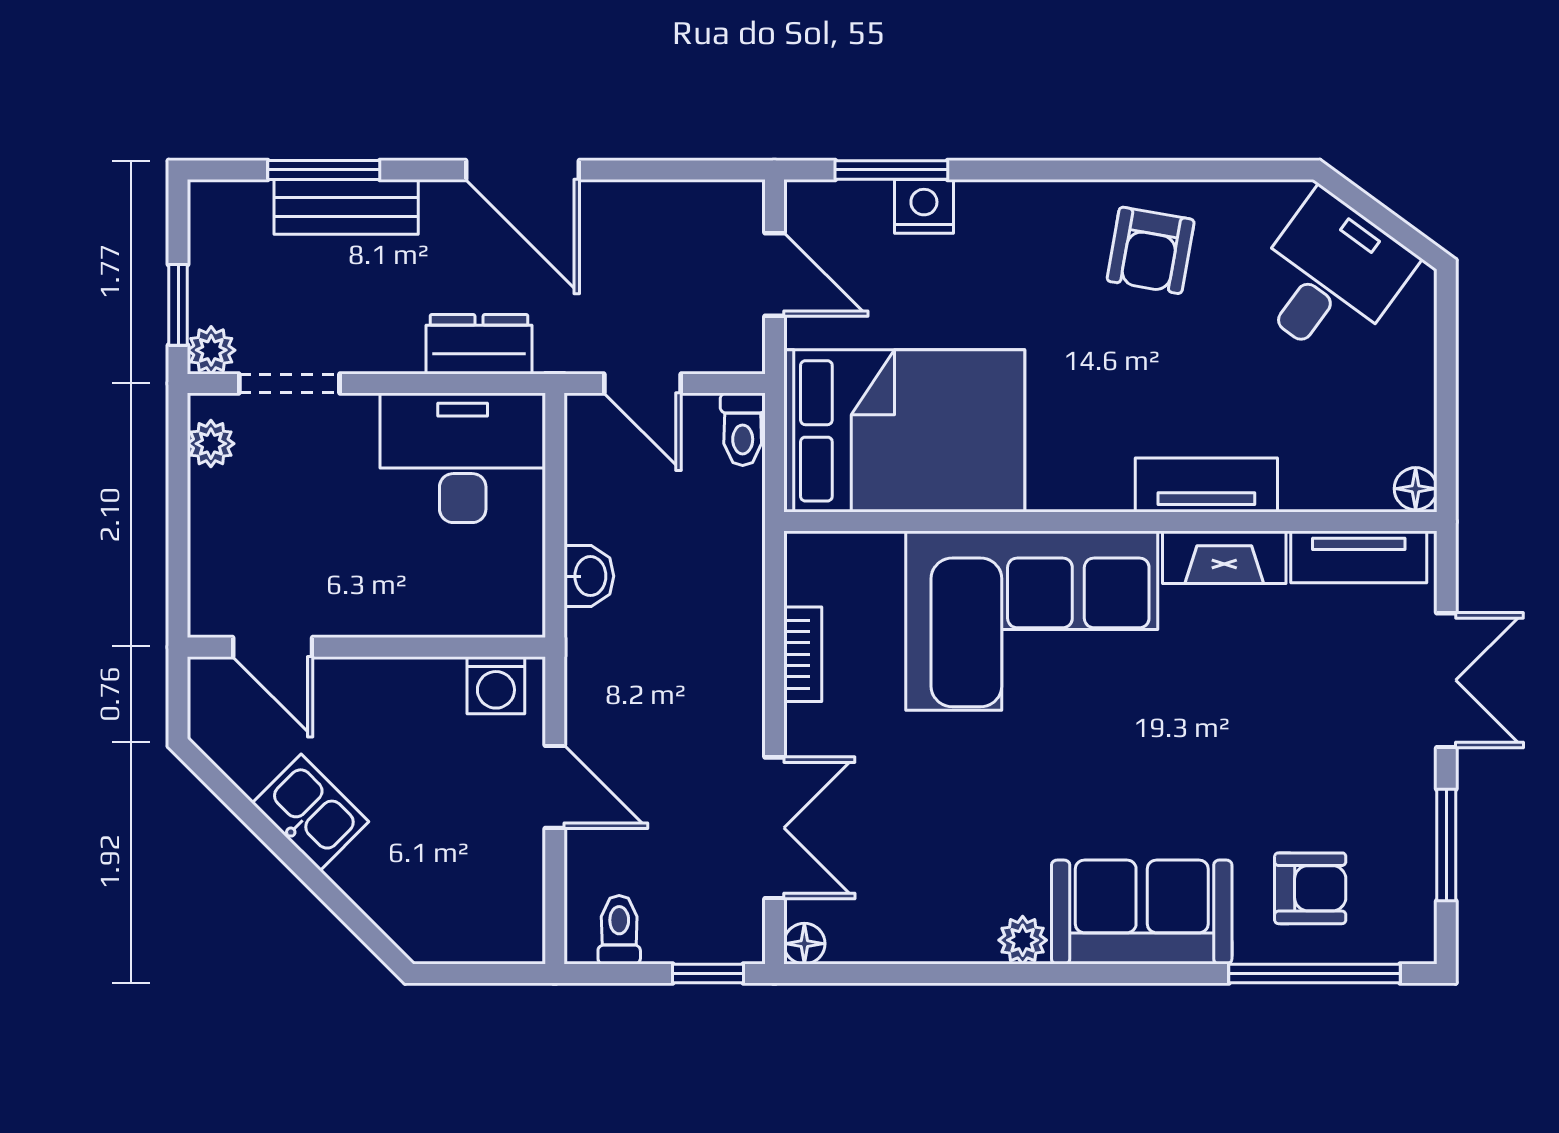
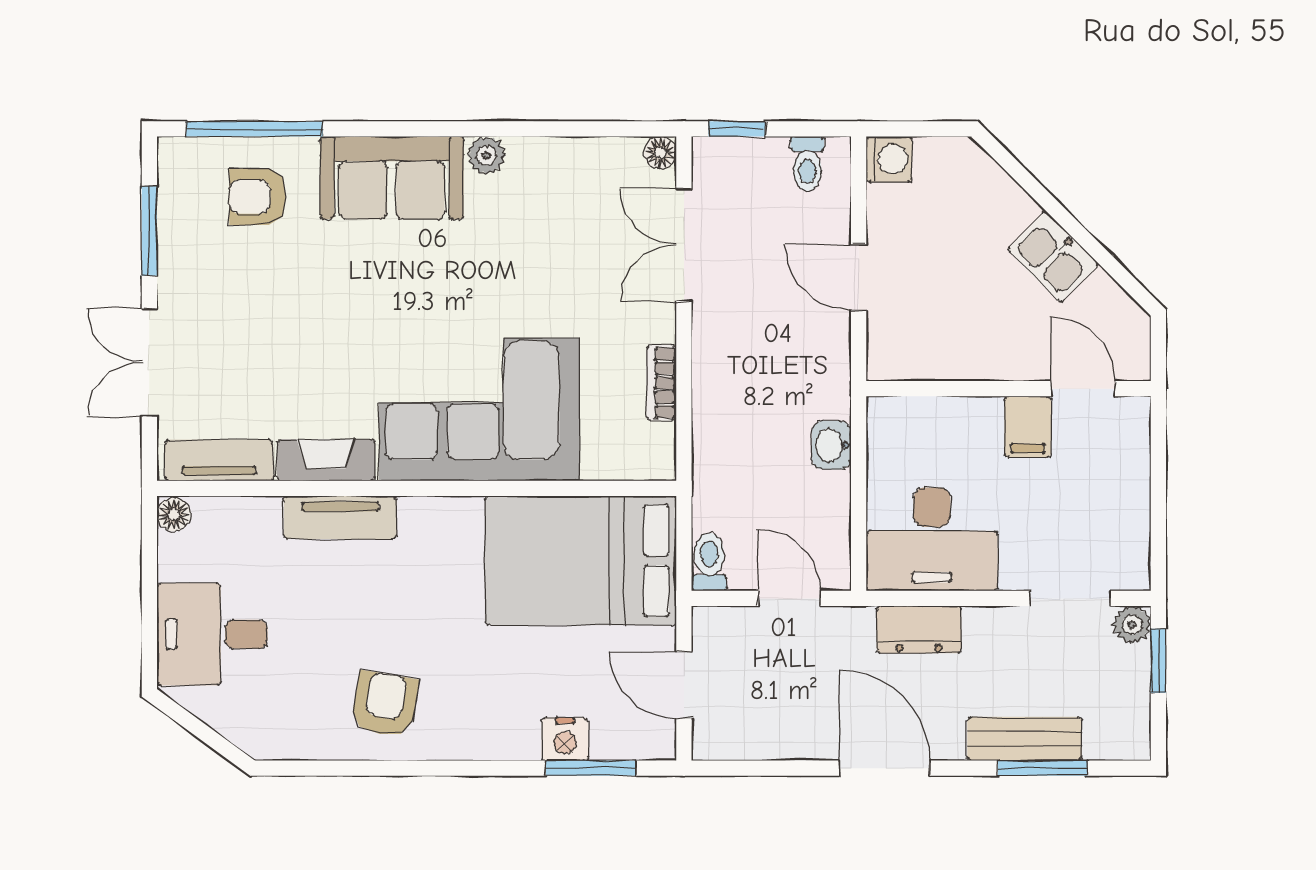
desk: (1330, 277) -> (212, 634), moved, turned 54
plant: (211, 444) -> (1132, 550), removed
filing cabinet: (342, 599) -> (1028, 427), added
washing machine: (496, 685) -> (889, 159), moved, turned 90

